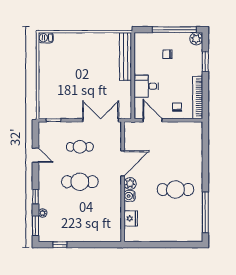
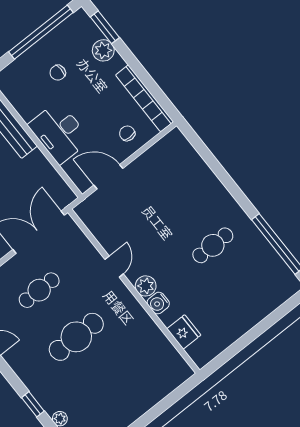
plant: (196, 39) -> (103, 50), moved
window: (205, 62) -> (105, 27), moved
desk: (146, 86) -> (59, 132), width x1.37
door: (123, 163) -> (114, 267), width x0.53
cafe table: (175, 189) -> (213, 245), width x0.73, depth x0.74

